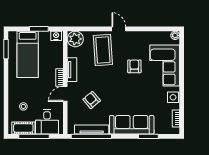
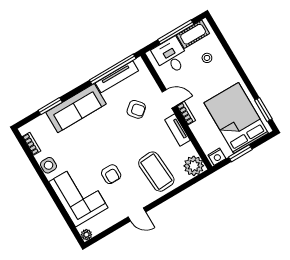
door: (119, 29) -> (137, 214), moved
bed: (28, 54) -> (236, 118), width x1.50
door: (65, 94) -> (169, 99), hinge flipped

